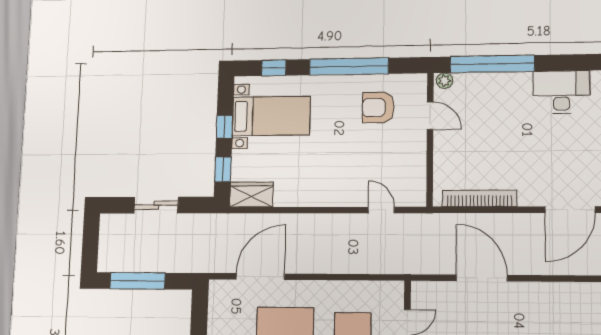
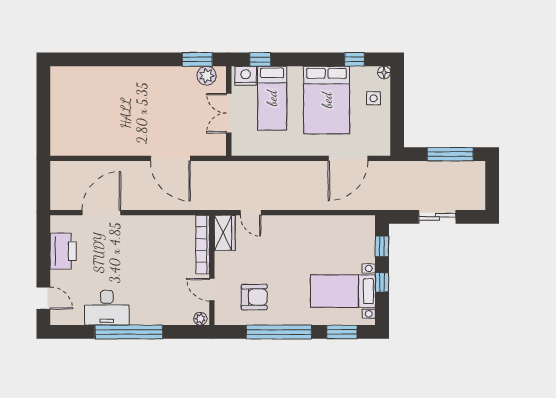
window: (492, 64) -> (129, 332), moved
window: (274, 68) -> (342, 332), width x1.50
wardrobe: (251, 195) -> (225, 233), moved, turned -90
bookcase: (479, 198) -> (203, 245), moved, turned 90

